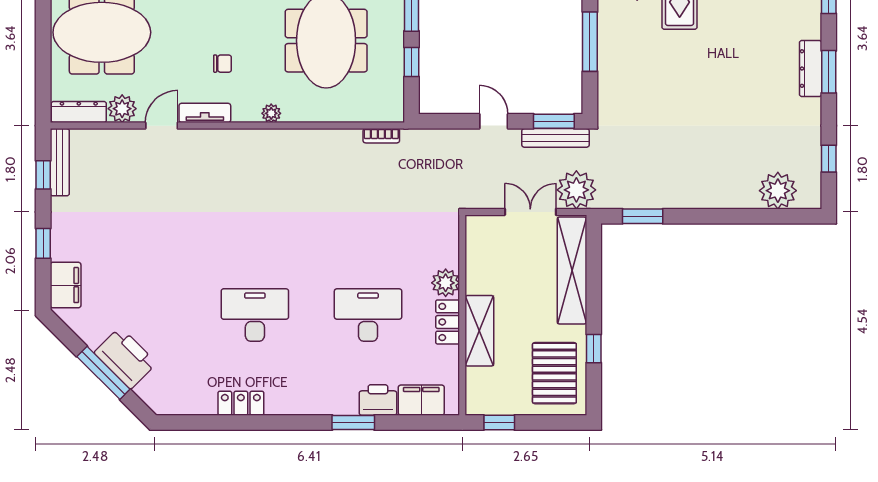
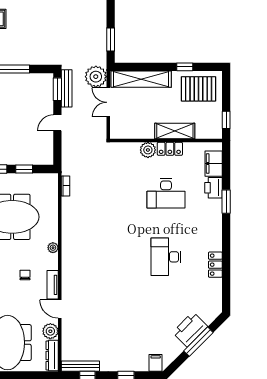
filing cabinet: (66, 285) -> (156, 363), width x0.50
desk: (368, 315) -> (166, 193), turned -90

